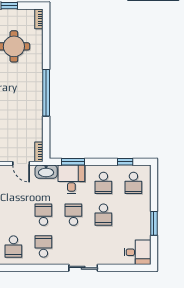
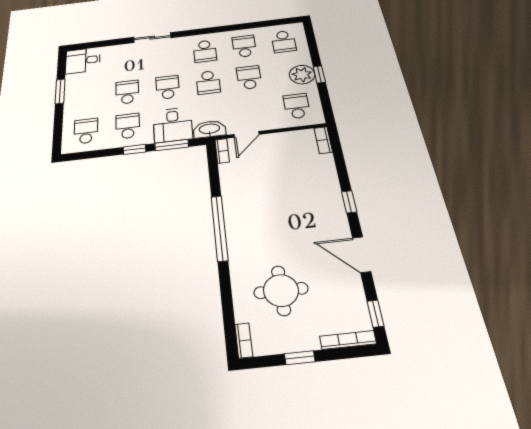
window: (125, 162) -> (135, 149), moved
door: (21, 163) -> (246, 134), swing flipped
school desk: (13, 215) -> (249, 77), added
school desk: (73, 215) -> (168, 87), turned 180

